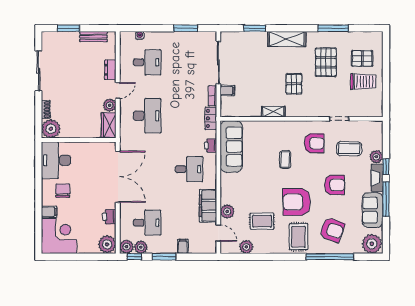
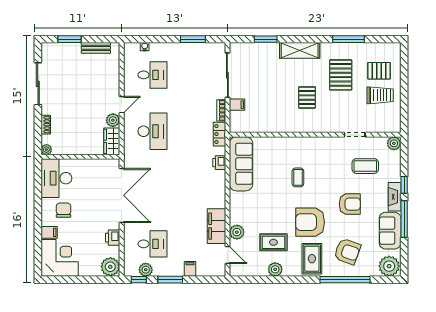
dresser: (110, 70) -> (114, 83), removed
shelving: (273, 112) -> (285, 127), removed
plant: (51, 129) -> (46, 150), width x0.53, depth x0.53
armchair: (314, 143) -> (328, 160), removed
plant: (376, 157) -> (394, 143), moved
desk: (189, 169) -> (197, 188), removed
plant: (127, 247) -> (131, 269), removed
plant: (246, 247) -> (275, 269), moved

